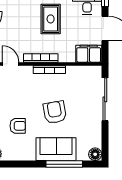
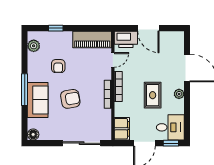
rug: (51, 19) -> (153, 95), turned 90
window: (64, 164) -> (25, 90), moved

